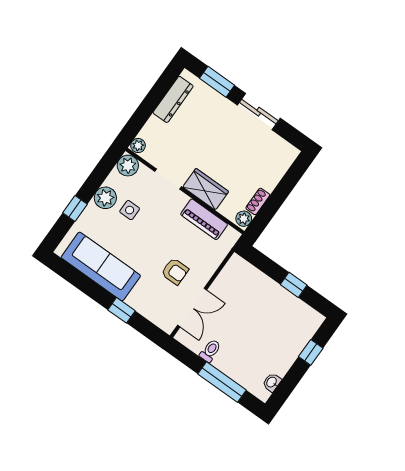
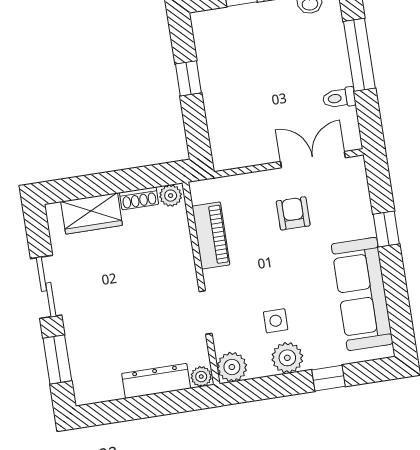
dresser: (173, 99) -> (156, 381), moved
wardrobe: (206, 189) -> (92, 213), moved, turned -90

